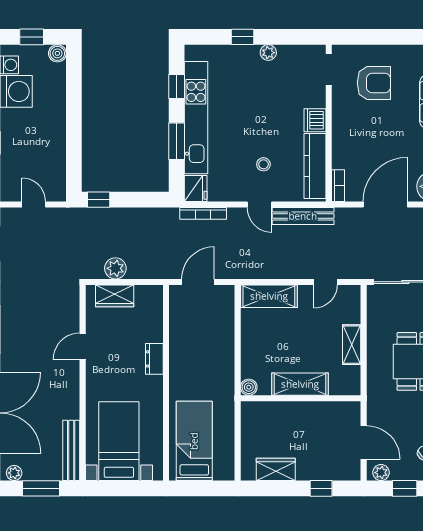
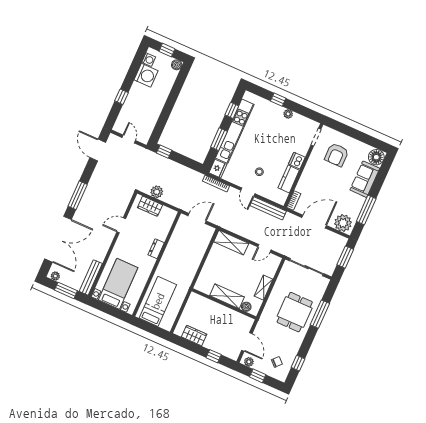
armchair: (374, 83) -> (337, 155), turned 90
kitchen counter: (315, 166) -> (289, 179), width x0.67
boiler: (249, 387) -> (246, 307), moved

